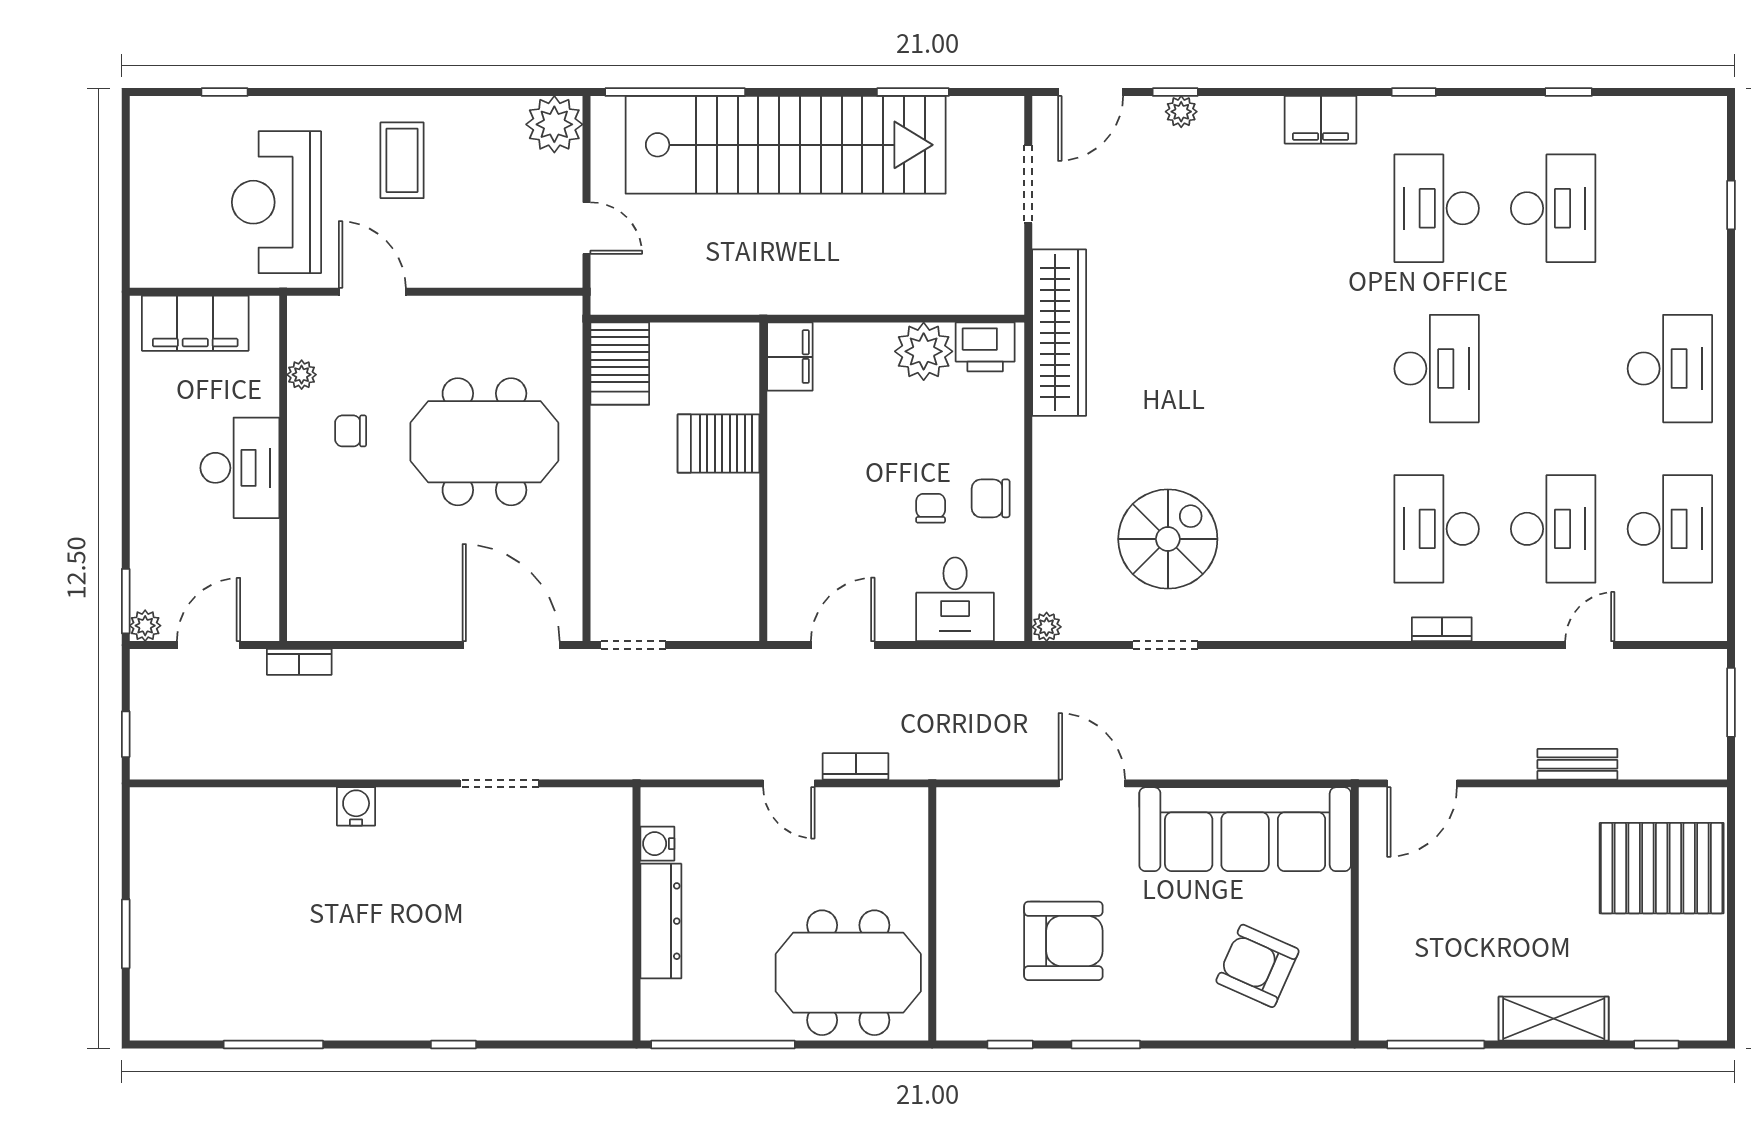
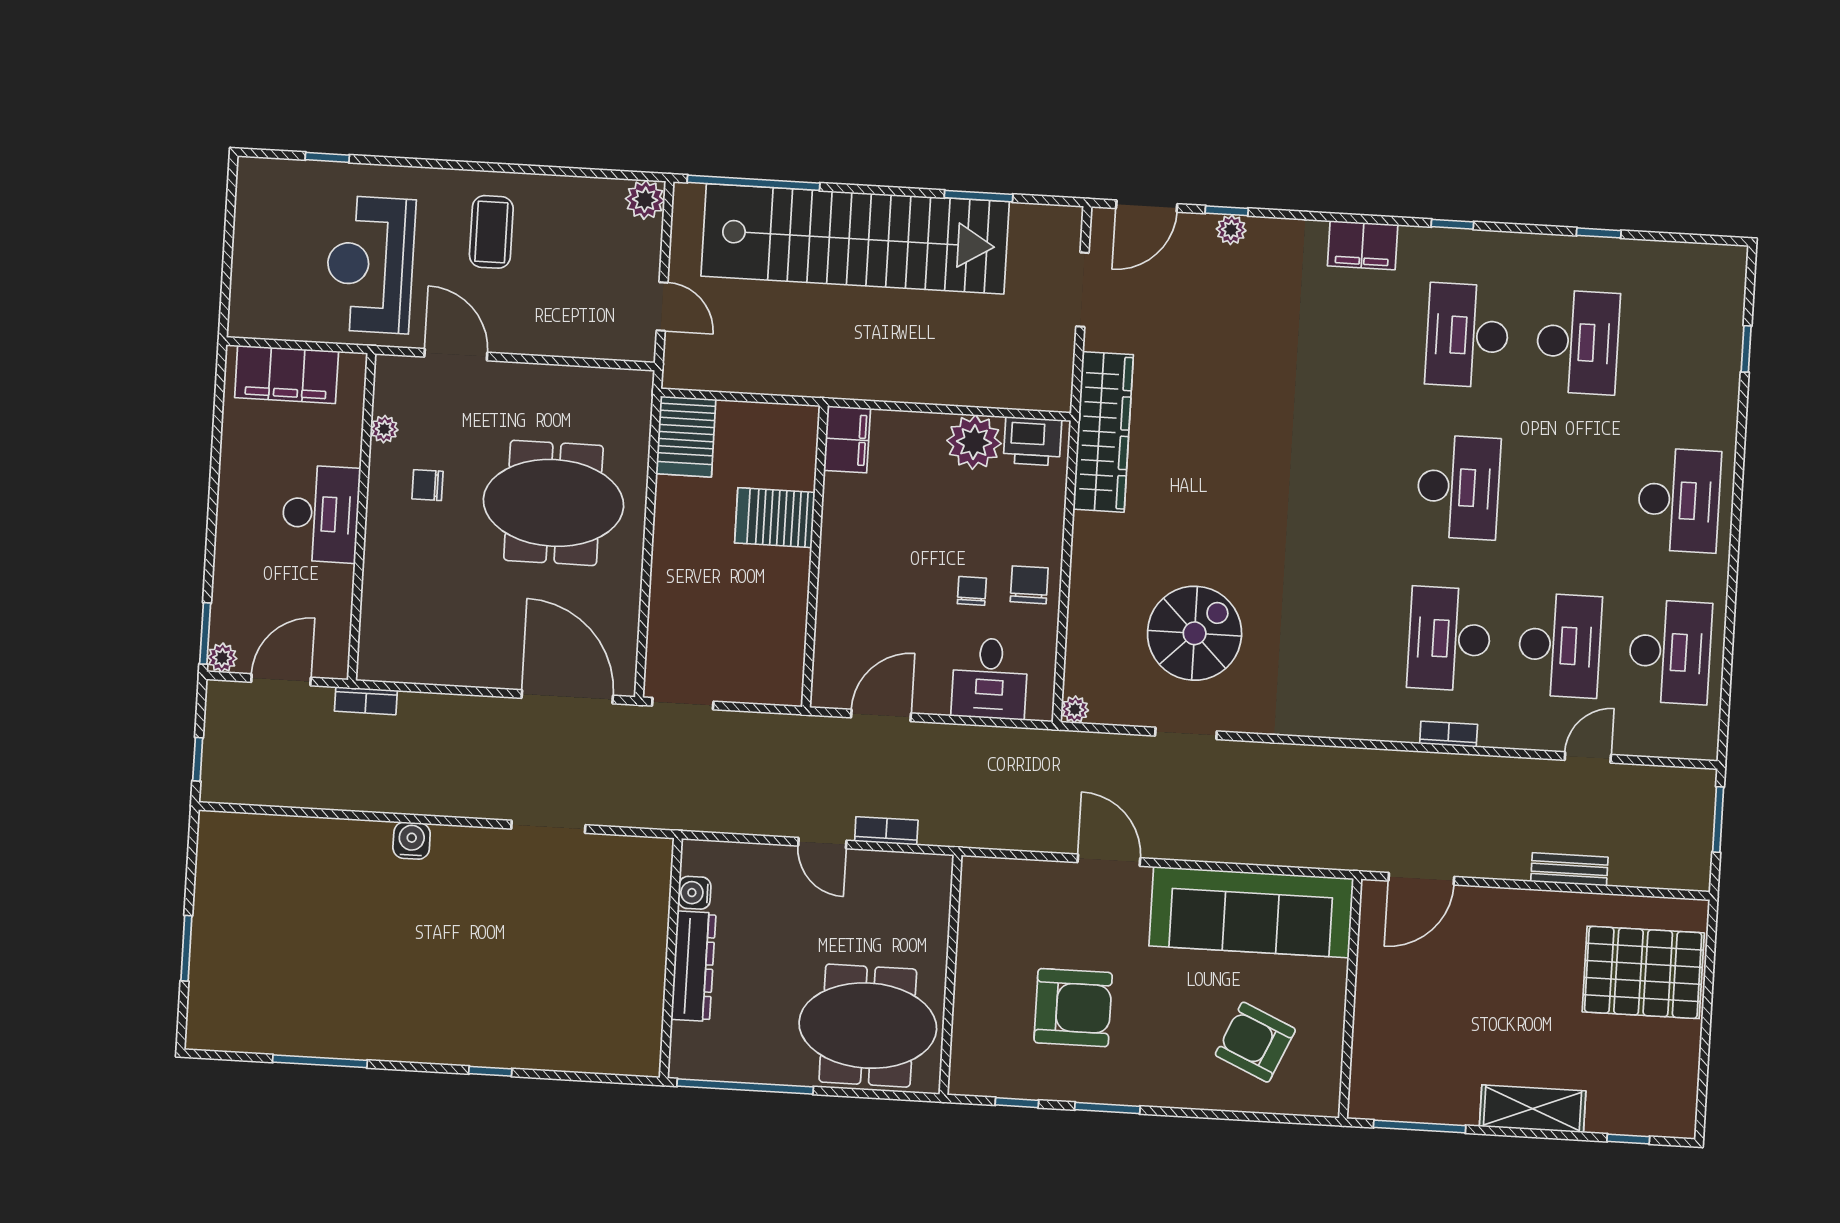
plant: (554, 124) -> (645, 200), width x0.73, depth x0.73
chair: (991, 498) -> (1029, 585), turned 90

